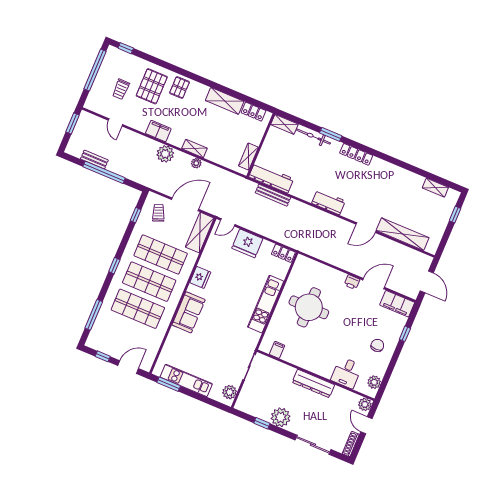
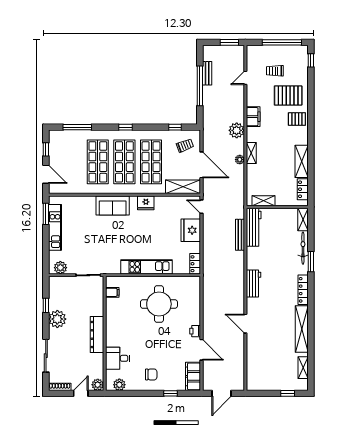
shelving: (403, 234) -> (302, 329), moved

